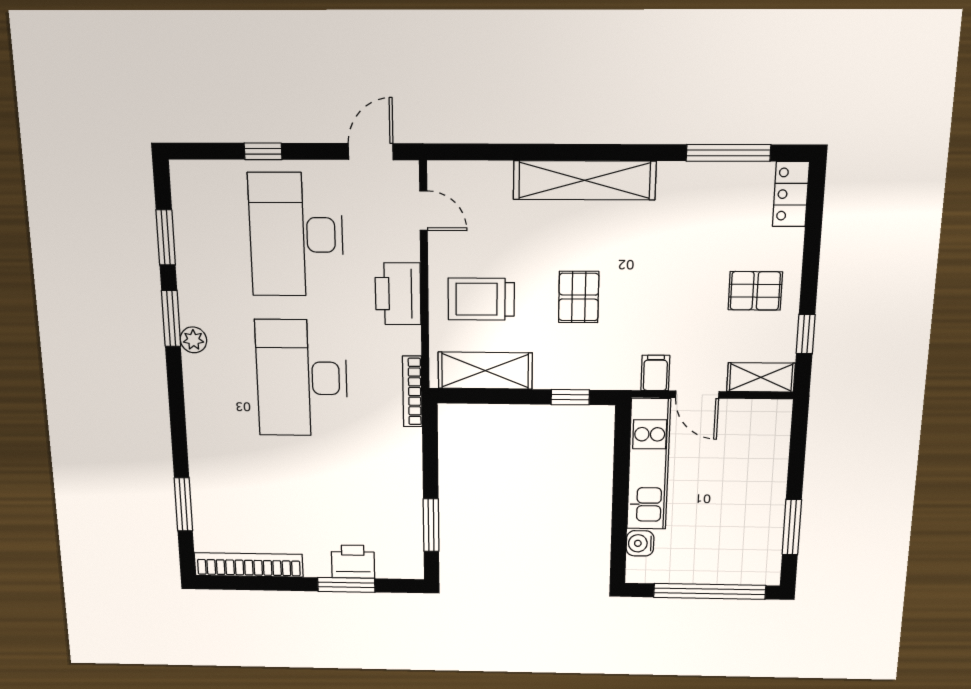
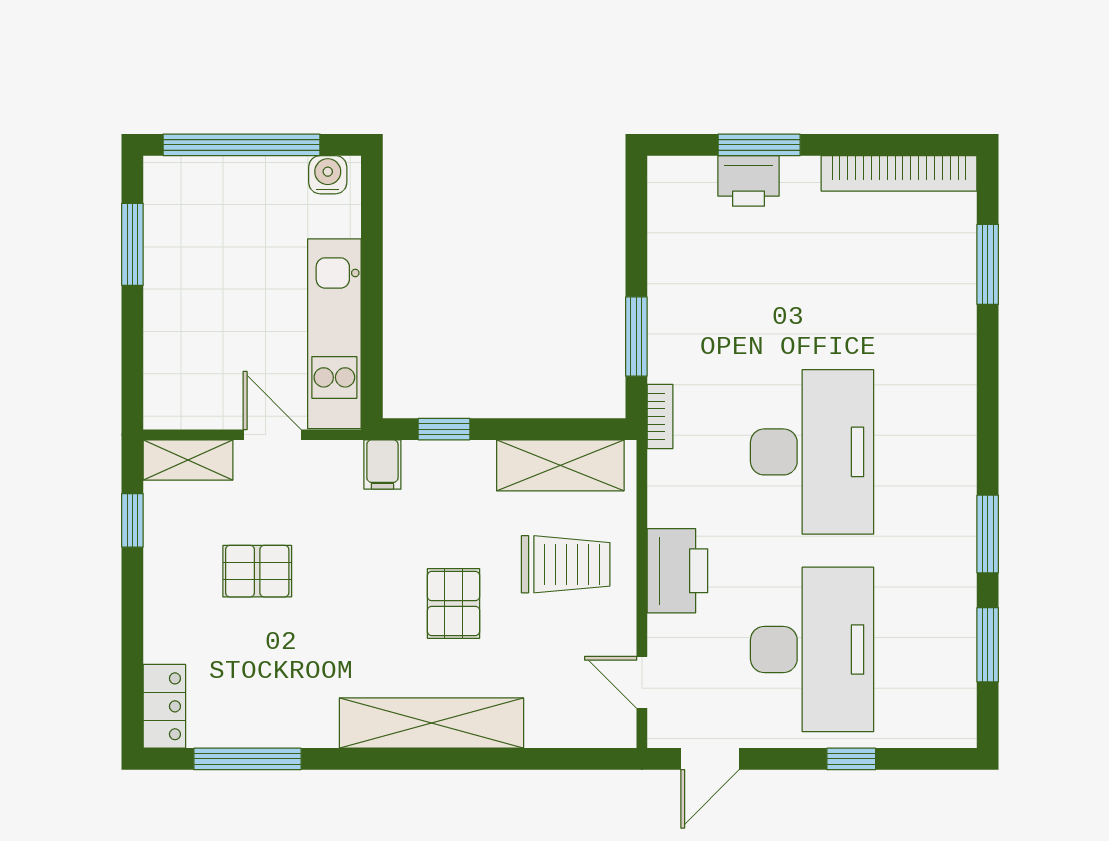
pallet: (755, 291) -> (257, 571), moved
pallet: (579, 297) -> (453, 604), moved
plant: (193, 340) -> (959, 504), removed
filing cabinet: (655, 373) -> (382, 465), moved
bookcase: (412, 391) -> (660, 416), width x0.64
window: (431, 525) -> (636, 337), moved
water cooler: (640, 543) -> (328, 175), moved, turned -90

